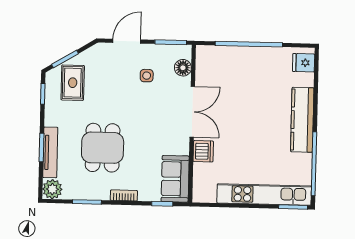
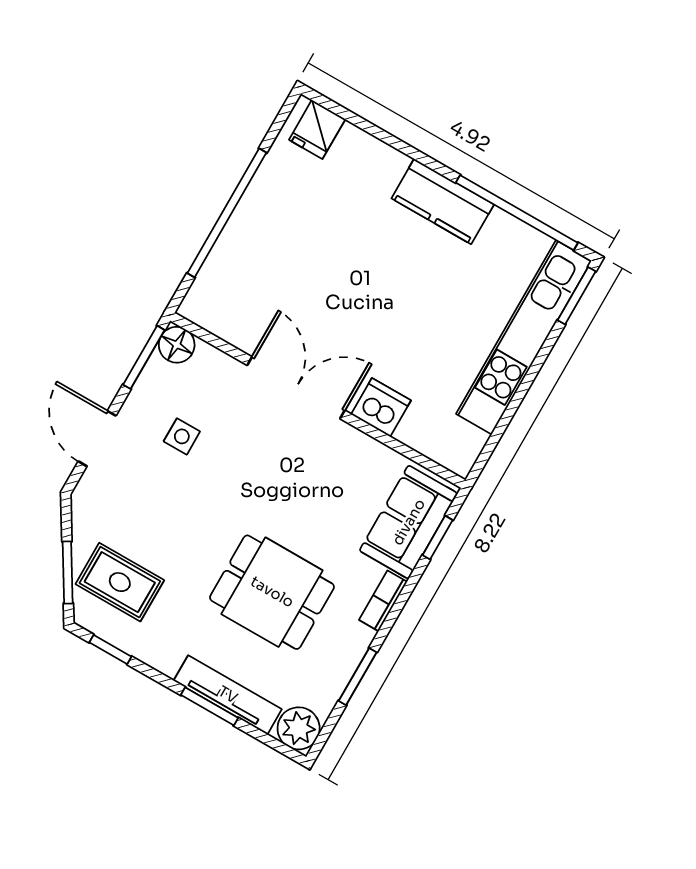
floor lamp: (183, 68) -> (177, 345), moved
kitchen counter: (302, 120) -> (443, 201), width x0.67
sofa: (175, 179) -> (409, 522), moved, turned 90

